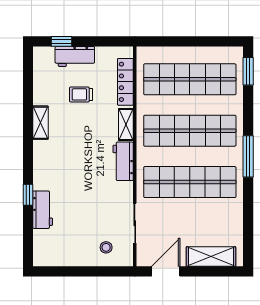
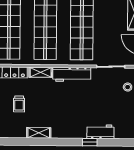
workbench: (123, 161) -> (72, 74), width x1.37

